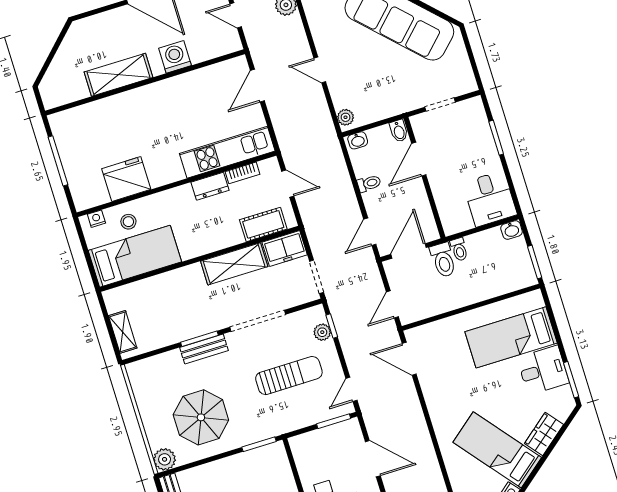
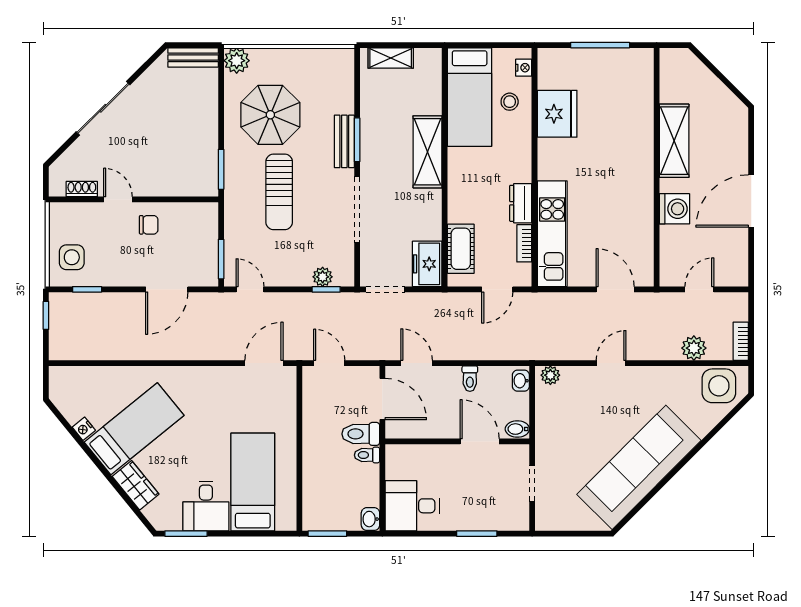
shelving: (234, 264) -> (427, 152), moved
sun lounger: (289, 375) -> (279, 192), moved

